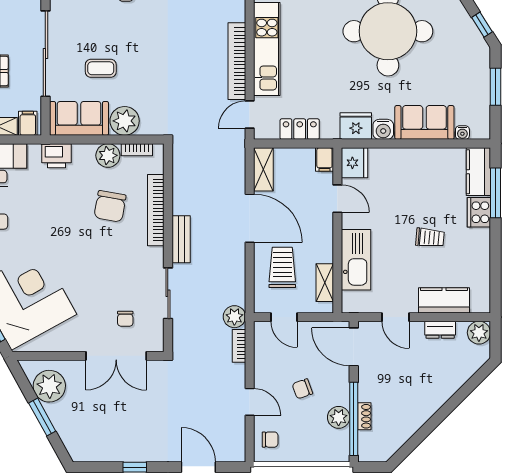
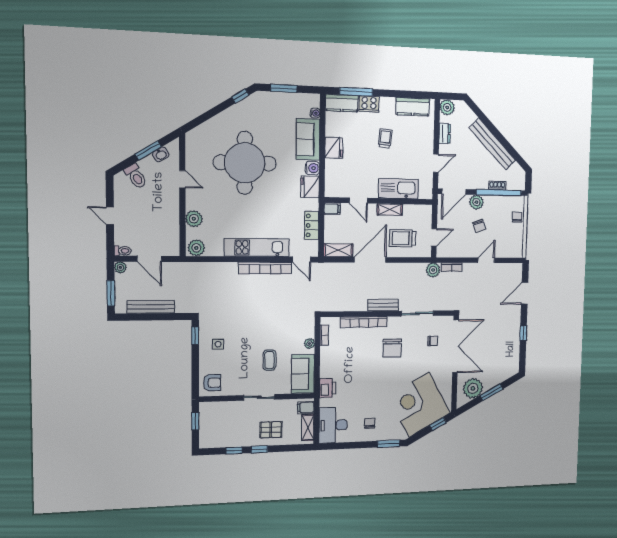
sliding door: (45, 54) -> (259, 397), width x0.54
plant: (125, 121) -> (309, 343), width x0.53, depth x0.53
plant: (108, 155) -> (328, 354), removed
fridge: (355, 163) -> (334, 148), moved, turned 90
door: (337, 199) -> (358, 201), swing flipped
chair: (110, 206) -> (392, 348), moved, turned 80
shelving: (325, 283) -> (390, 210), moved
kitchen counter: (444, 300) -> (413, 107), moved, turned -90
double door: (116, 356) -> (456, 346), width x1.36
bench: (427, 406) -> (492, 144), added
plant: (339, 417) -> (476, 202), moved
chair: (270, 440) -> (517, 217), moved

